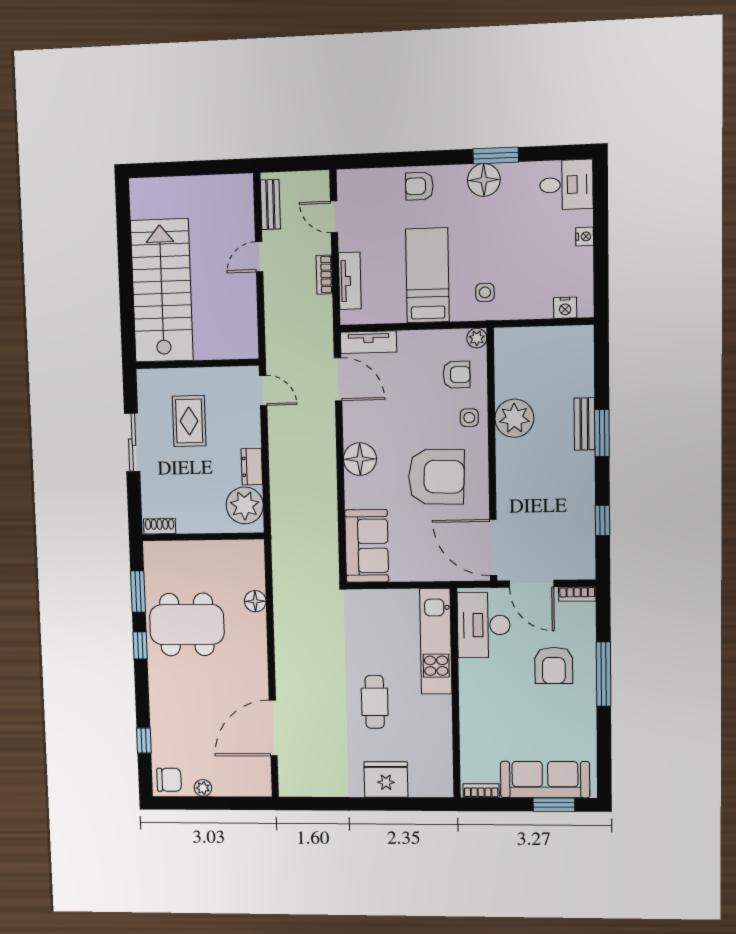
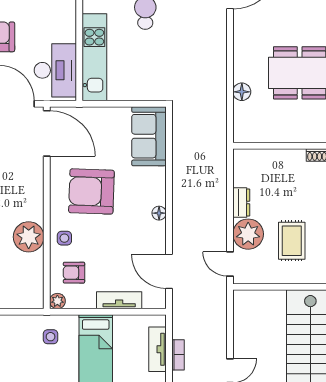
tv unit: (369, 342) -> (119, 300), moved
floor lamp: (360, 459) -> (159, 213), width x0.53, depth x0.53
plant: (245, 505) -> (248, 234), moved

